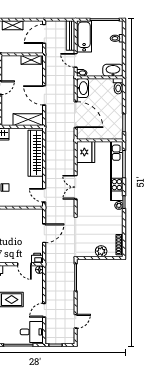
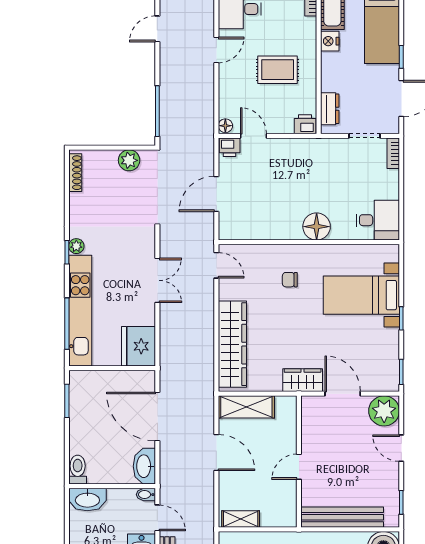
plant: (101, 251) -> (129, 160), moved

